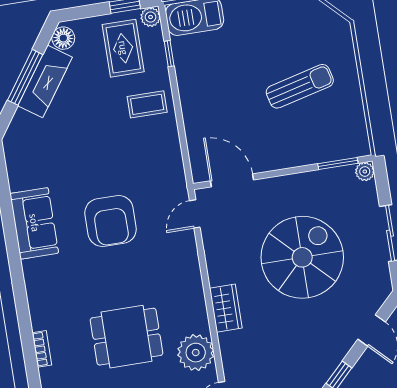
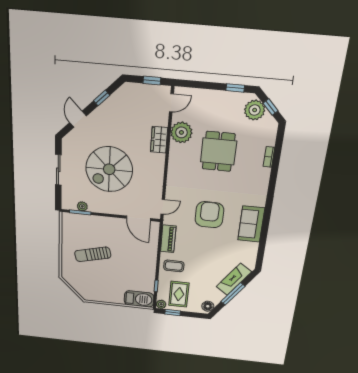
fireplace: (45, 81) -> (234, 279), moved
piano: (170, 155) -> (168, 239), added
plant: (365, 171) -> (82, 206), moved
wardrobe: (226, 308) -> (159, 140), moved
dining table: (127, 337) -> (219, 151), turned 90

